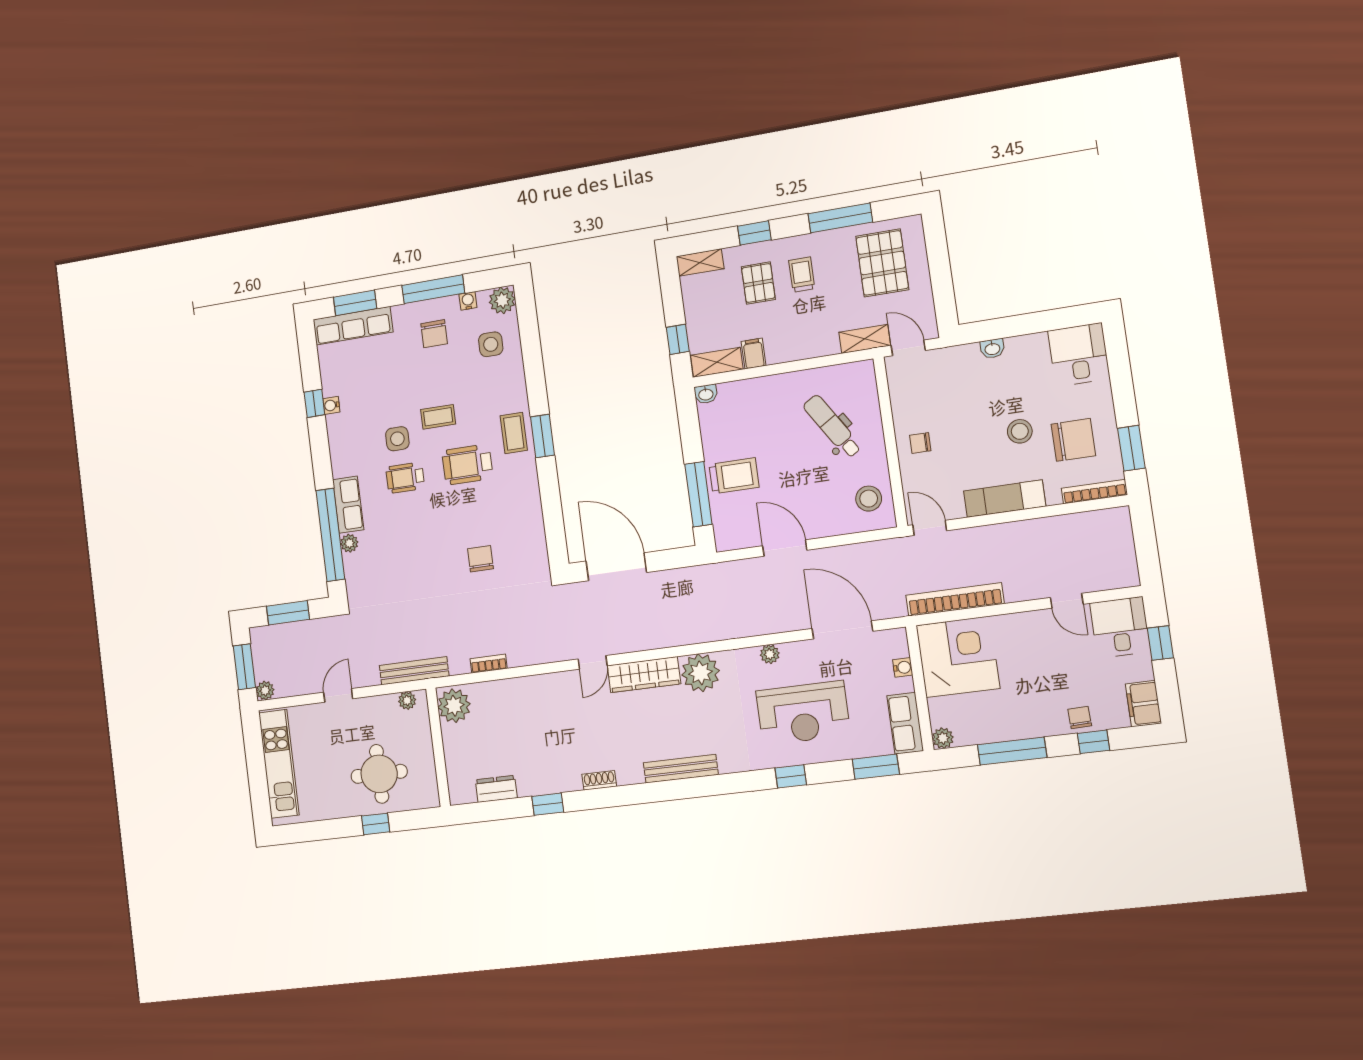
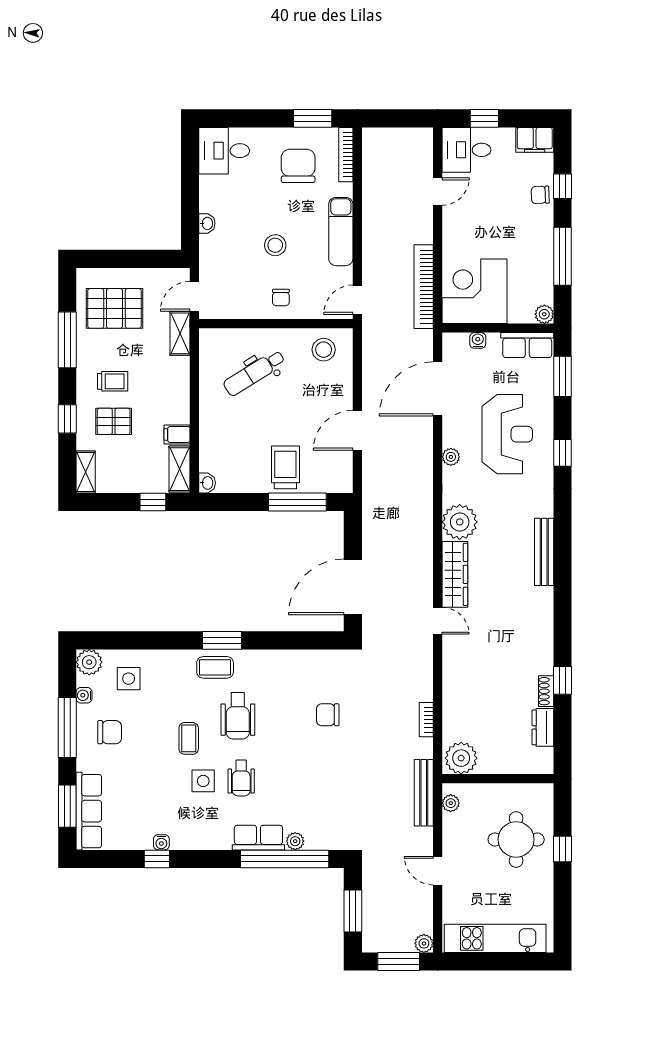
trolley: (802, 275) -> (113, 381), turned 180
stool: (1020, 431) -> (275, 245), moved
shoe rack: (599, 780) -> (546, 691), moved

